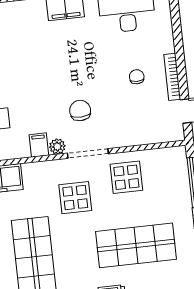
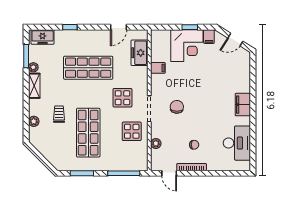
chair: (80, 111) -> (177, 107), turned -87
filing cabinet: (39, 145) -> (158, 68), moved
plant: (57, 146) -> (156, 144), moved

